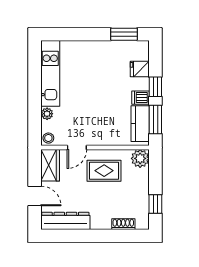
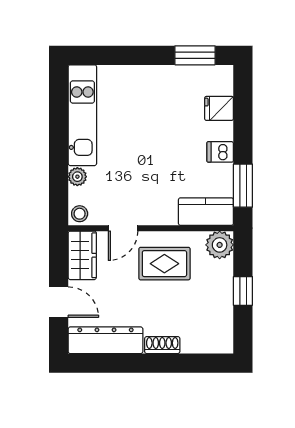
window: (155, 87) -> (243, 135), removed
kitchen counter: (140, 124) -> (206, 212), moved, turned 90
window: (155, 204) -> (243, 291), moved
shoe rack: (123, 224) -> (162, 345), moved

